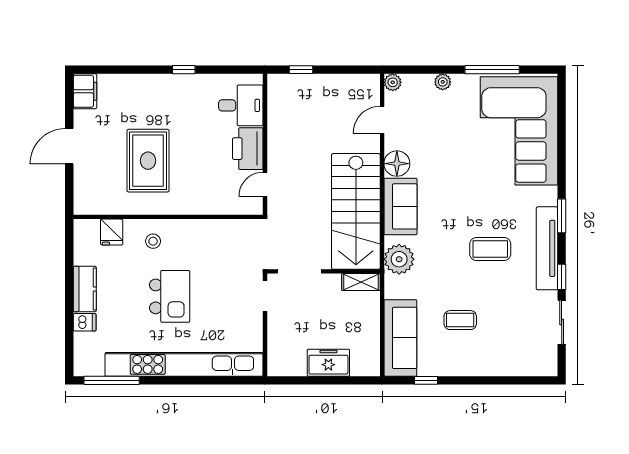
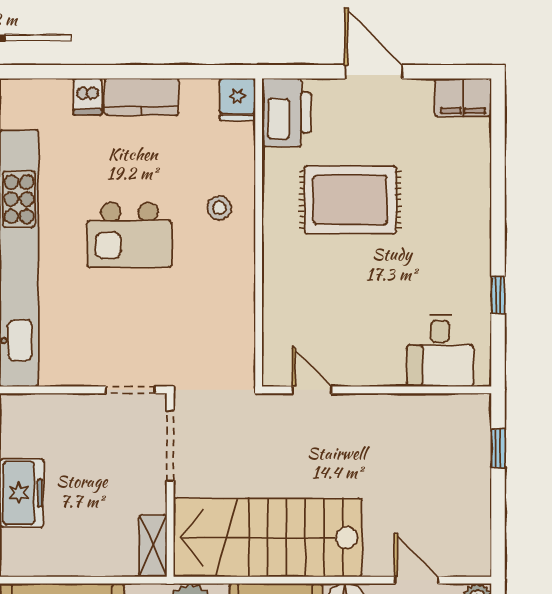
window: (184, 70) -> (498, 295), moved
printer: (248, 149) -> (286, 112), moved, turned 90
fridge: (112, 232) -> (238, 100), moved, turned -90

